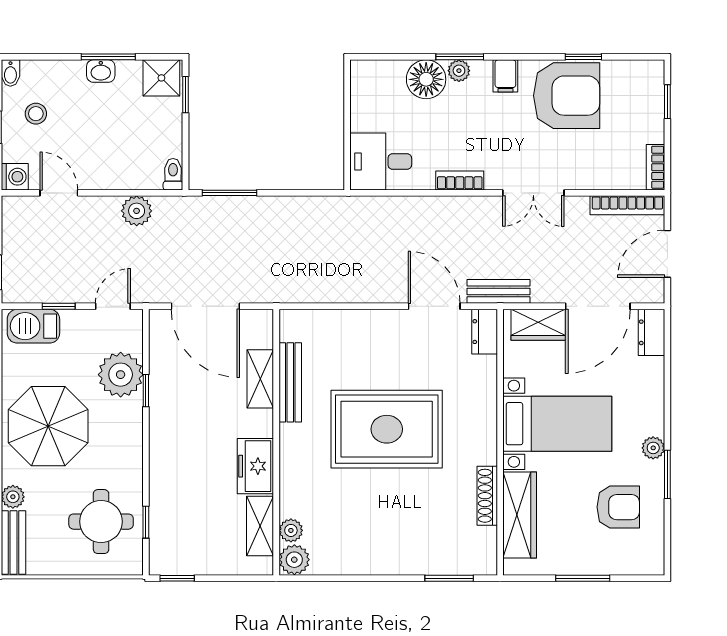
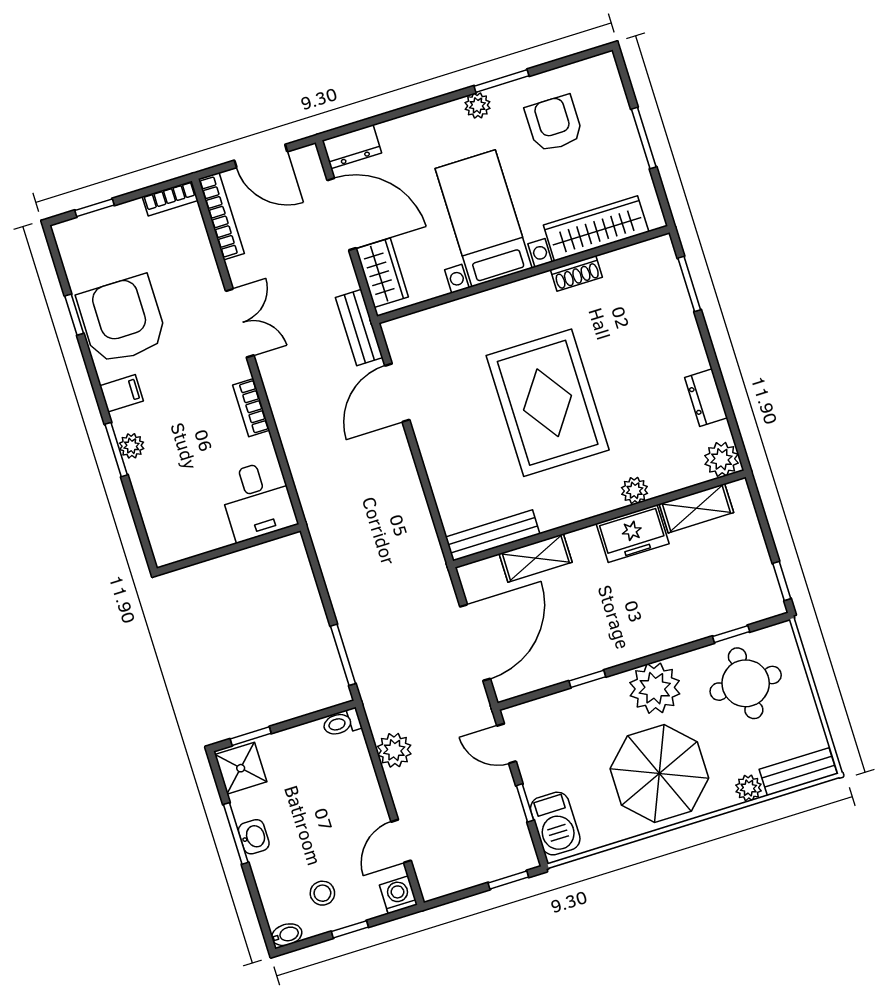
floor lamp: (426, 79) -> (152, 479), removed
dresser: (485, 332) -> (706, 398), moved, turned 90
plant: (121, 375) -> (655, 688), moved
bench: (290, 382) -> (493, 535), moved
shoe rack: (487, 496) -> (576, 273), width x0.70
plant: (291, 530) -> (635, 490), moved

